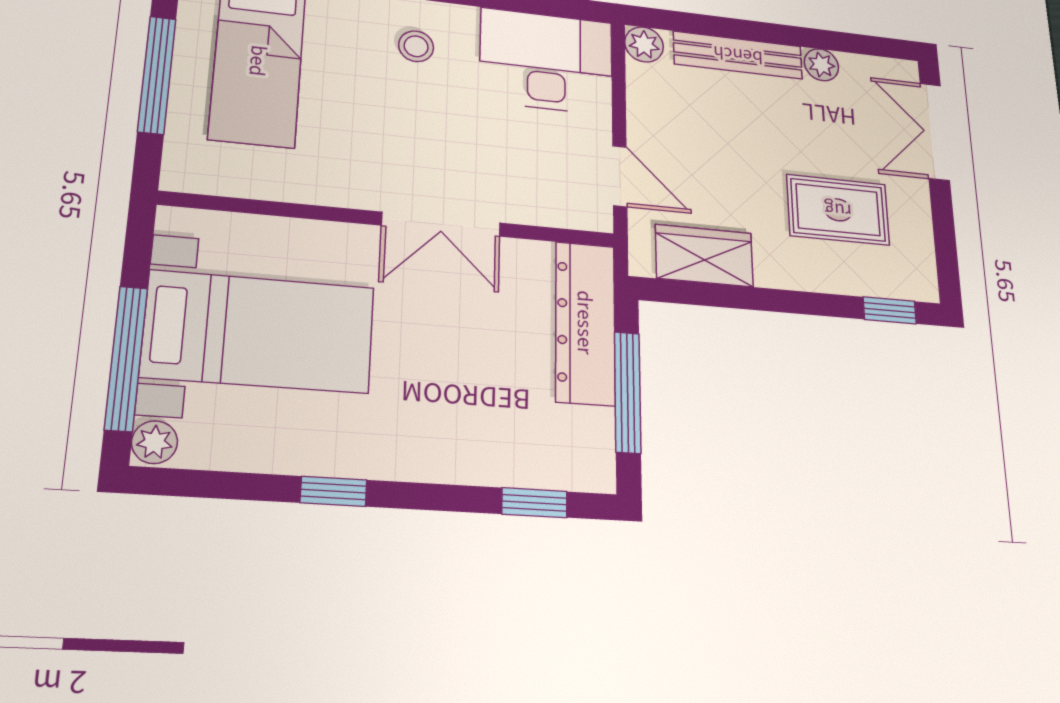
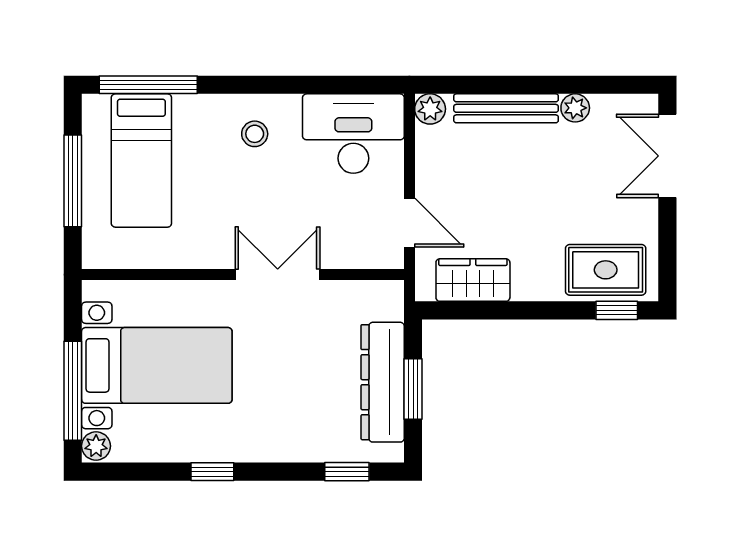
rug: (838, 210) -> (606, 270), moved
double door: (441, 224) -> (278, 275), swing flipped
dresser: (585, 323) -> (383, 382), moved
window: (628, 392) -> (413, 389), width x0.69

